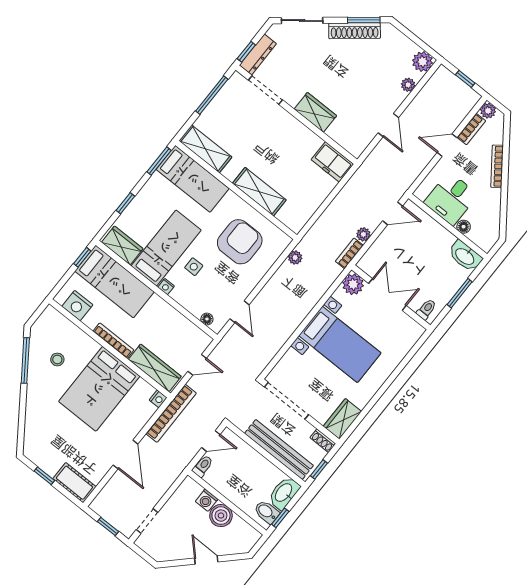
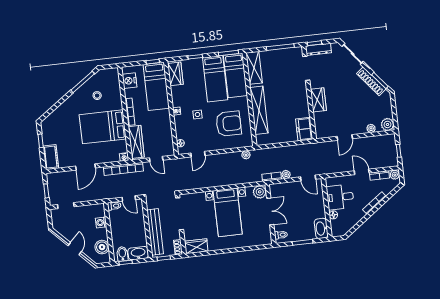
shelving: (259, 192) -> (259, 110), width x1.47
bed: (166, 248) -> (215, 79), moved, turned 90
boiler: (221, 516) -> (102, 247), moved

